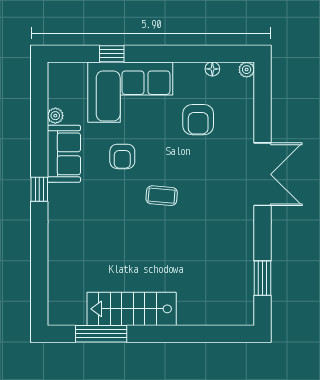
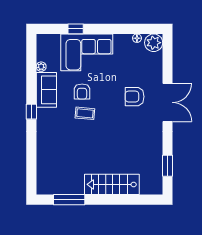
plant: (247, 70) -> (154, 43), width x1.88, depth x1.88
armchair: (198, 120) -> (135, 97), moved, turned 90
coffee table: (162, 196) -> (85, 113), moved
stairs: (132, 309) -> (112, 184), moved

